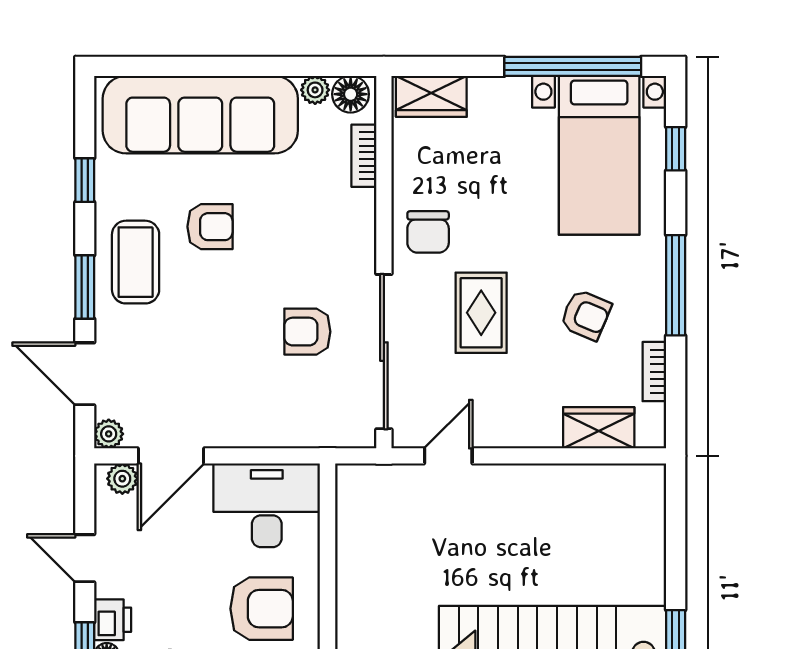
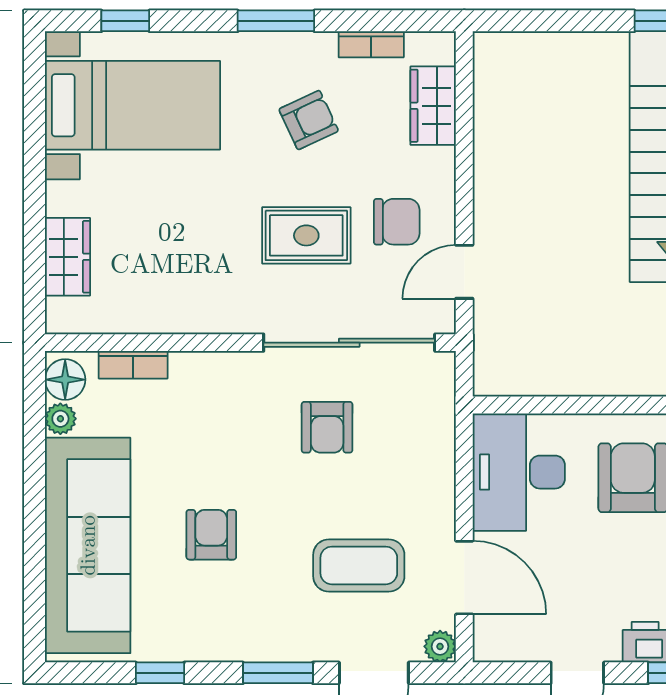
window: (573, 66) -> (34, 134), removed
wardrobe: (431, 96) -> (67, 257), moved
chair: (428, 232) -> (397, 222), moved
coffee table: (136, 262) -> (359, 565), moved
window: (676, 285) -> (276, 21), width x0.69
armchair: (586, 315) -> (309, 120), turned 42
door: (448, 456) -> (464, 272), hinge flipped
plant: (122, 479) -> (489, 631), removed

